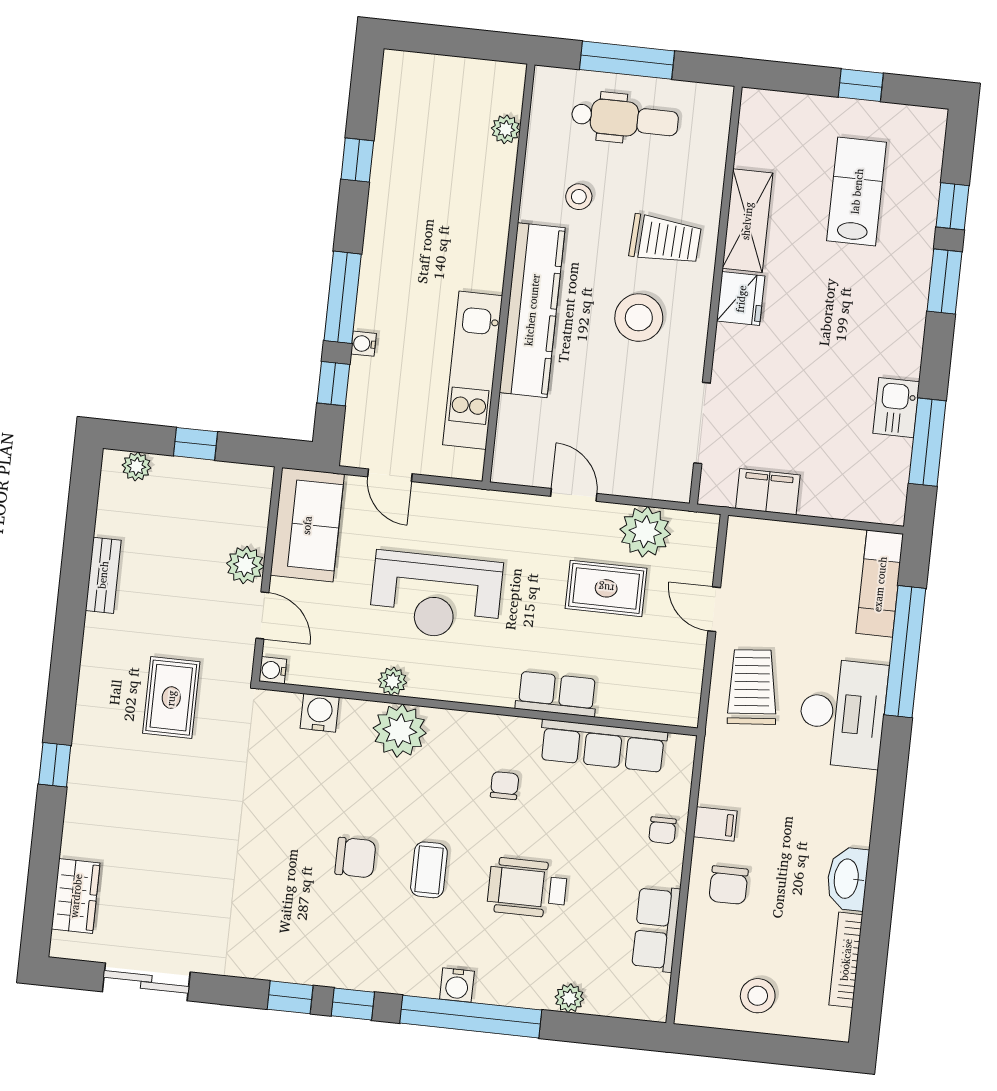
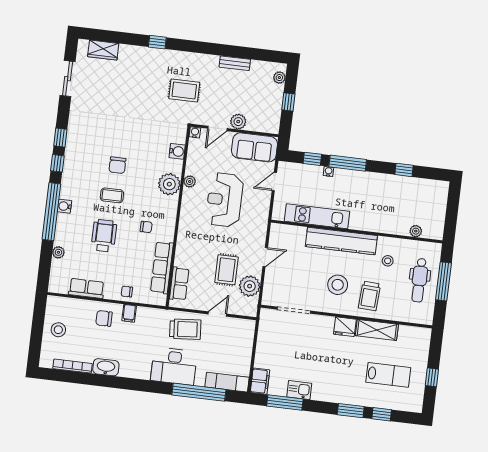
filing cabinet: (768, 492) -> (260, 381), moved
row of seats: (557, 694) -> (179, 284), moved

